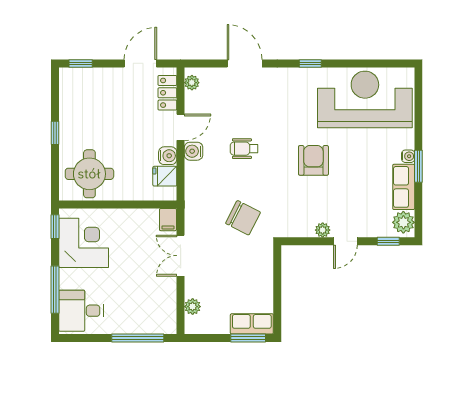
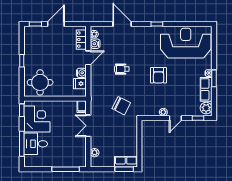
door: (140, 63) -> (56, 24), moved
water cooler: (194, 151) -> (95, 44), moved
armchair: (313, 160) -> (159, 75), turned 180
desk: (81, 311) -> (36, 144), moved

